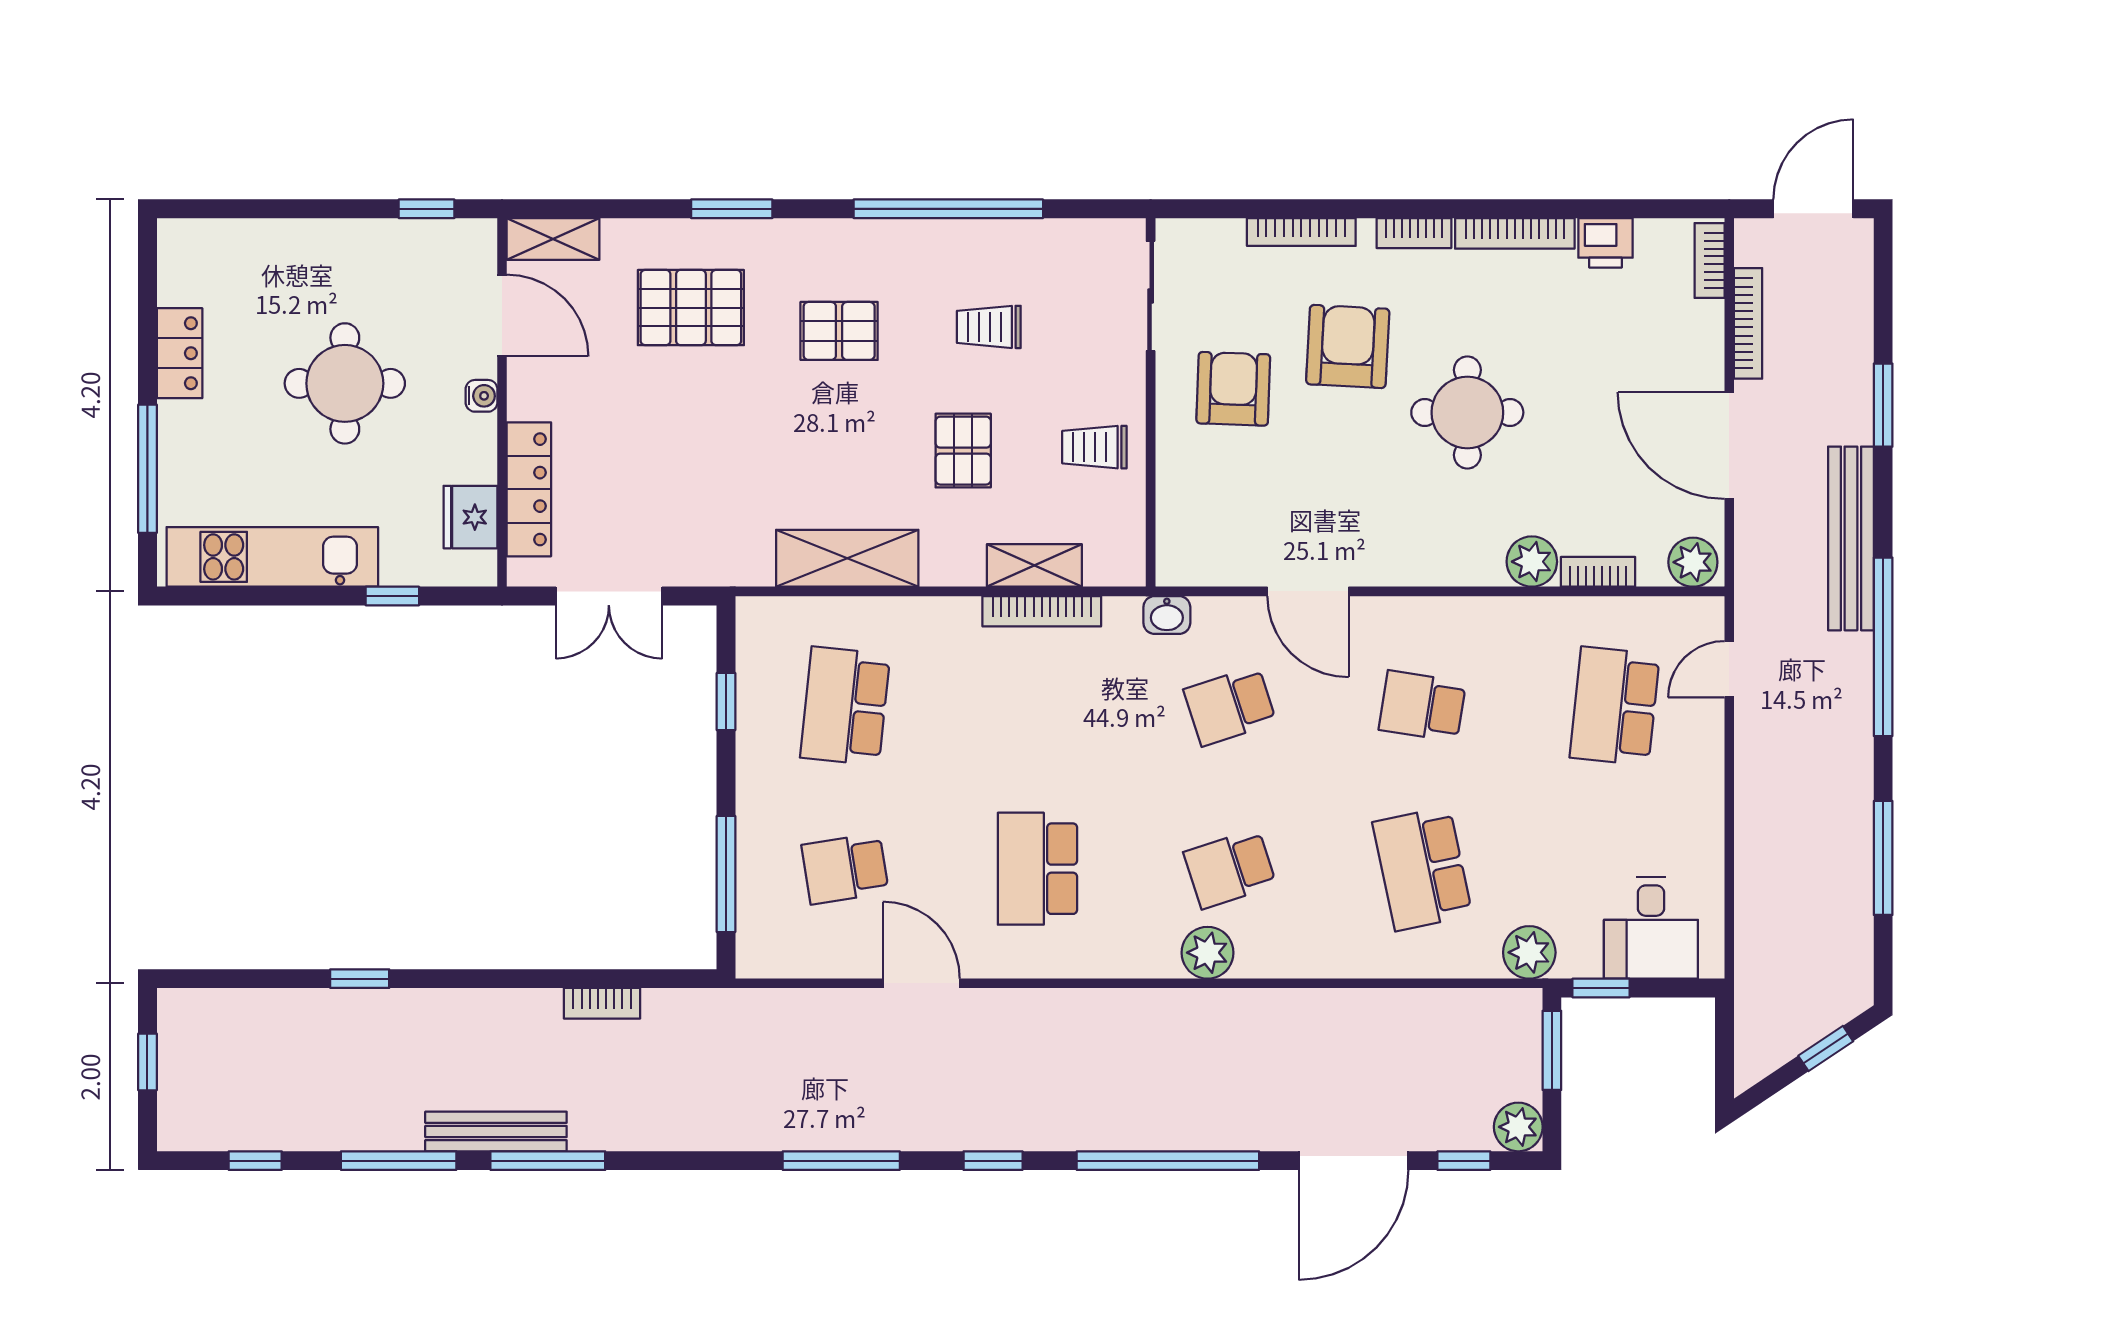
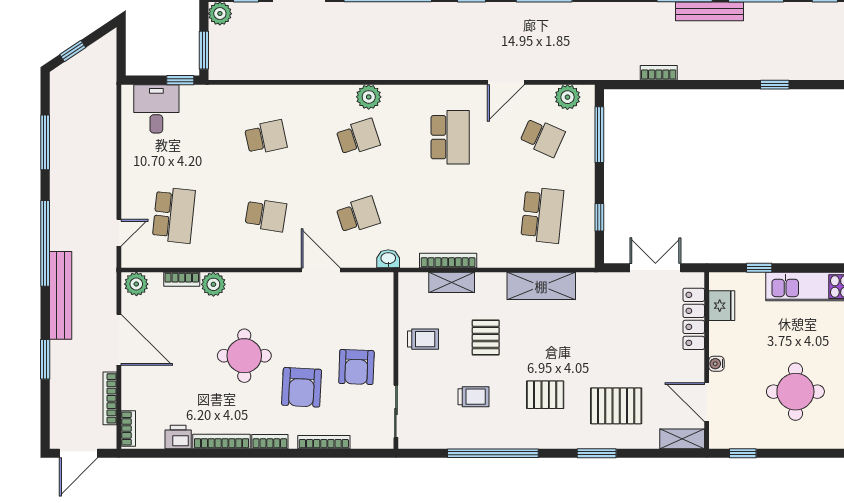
round table: (345, 383) -> (795, 392), moved
school desk: (845, 869) -> (542, 137), turned 33
school desk: (1422, 869) -> (266, 137), width x0.54
plant: (1529, 952) -> (567, 97), moved
door: (921, 983) -> (506, 82), hinge flipped

